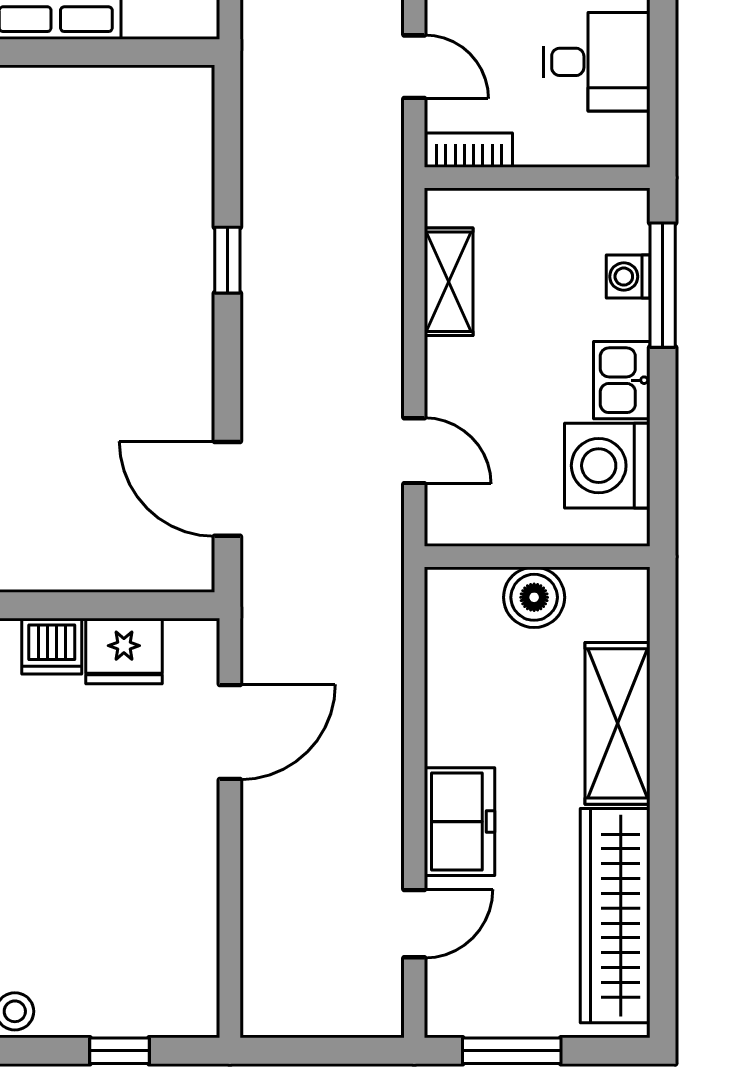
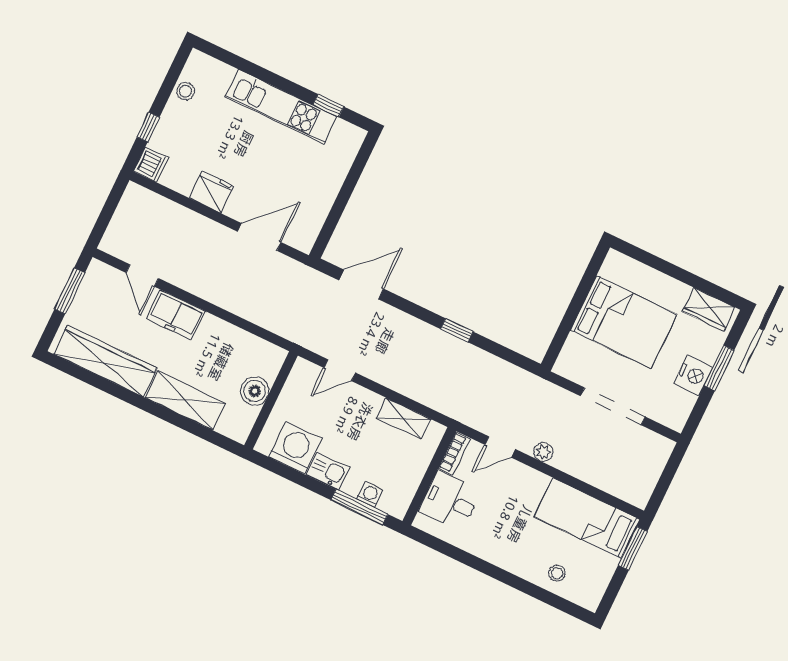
desk: (597, 62) -> (450, 501), moved, turned 90
dishwasher: (52, 646) -> (151, 165), moved, turned 180
fridge: (124, 651) -> (212, 192), moved, turned 90
door: (230, 732) -> (259, 237), swing flipped

